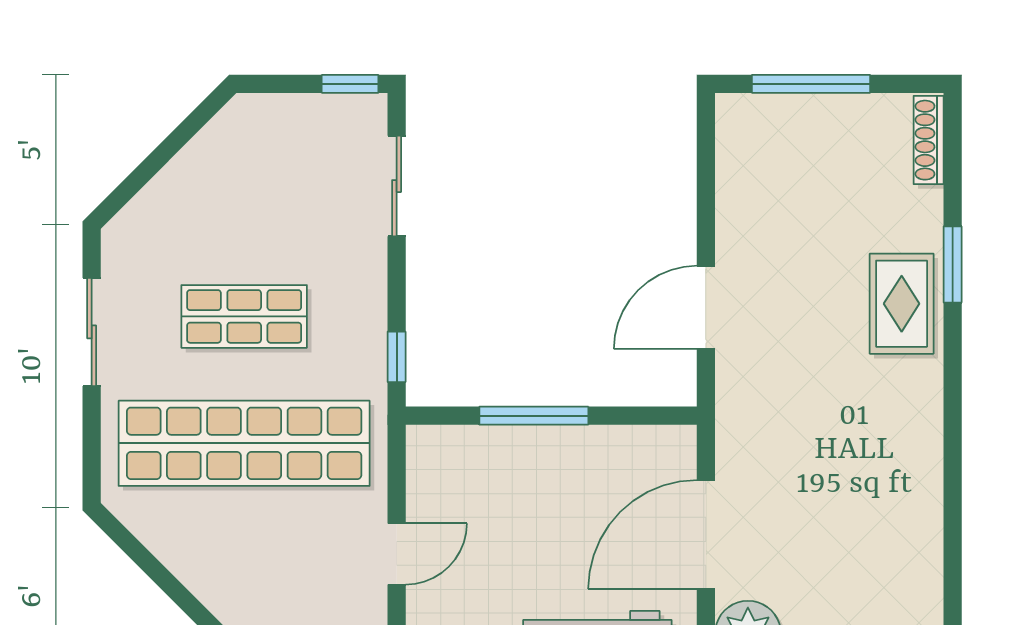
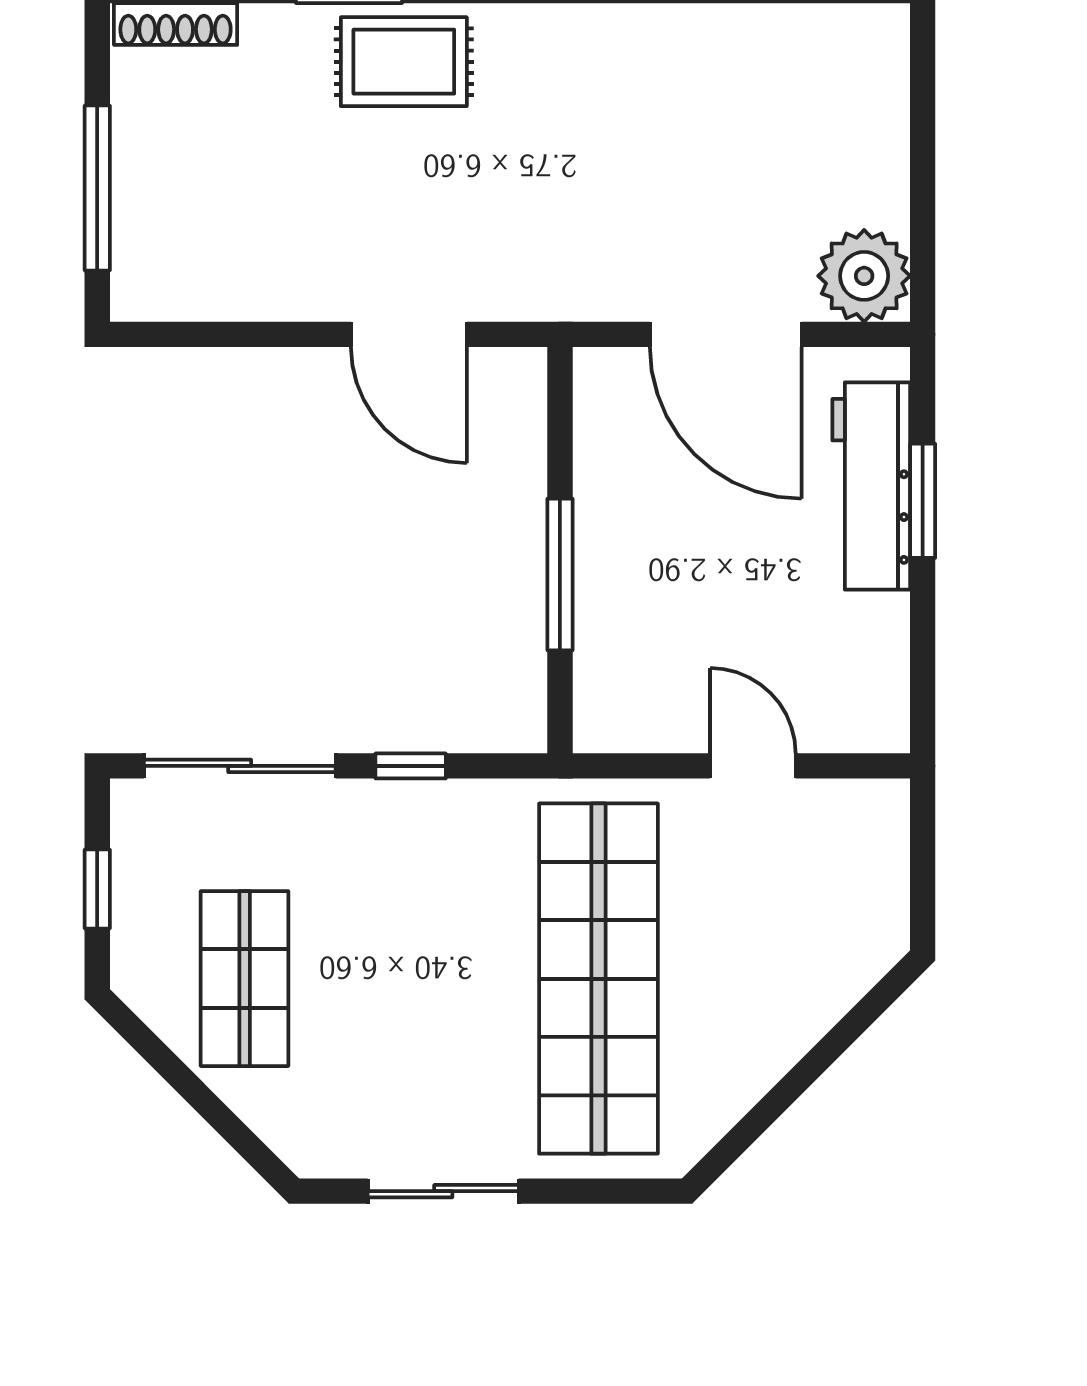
window: (350, 84) -> (97, 889), moved
sliding door: (397, 186) -> (240, 766), width x1.37
shop shelf: (244, 316) -> (245, 979), moved
window: (397, 357) -> (411, 766), moved

